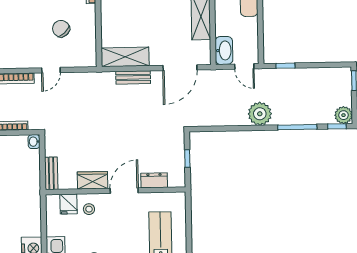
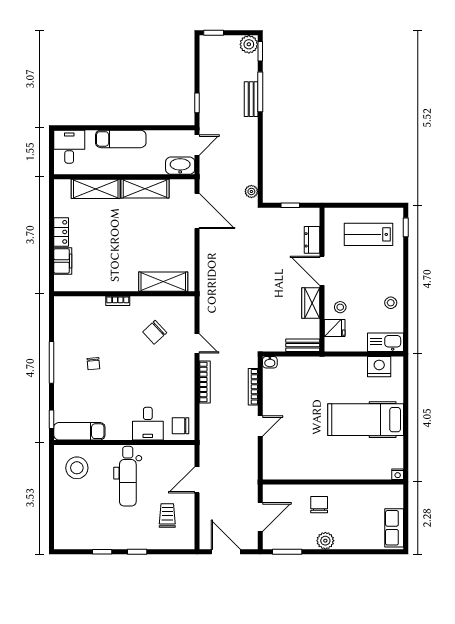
shelving: (125, 57) -> (163, 282), moved, turned 90
bench: (133, 77) -> (251, 99), moved
plant: (260, 114) -> (251, 191), moved, width x0.53, depth x0.53

